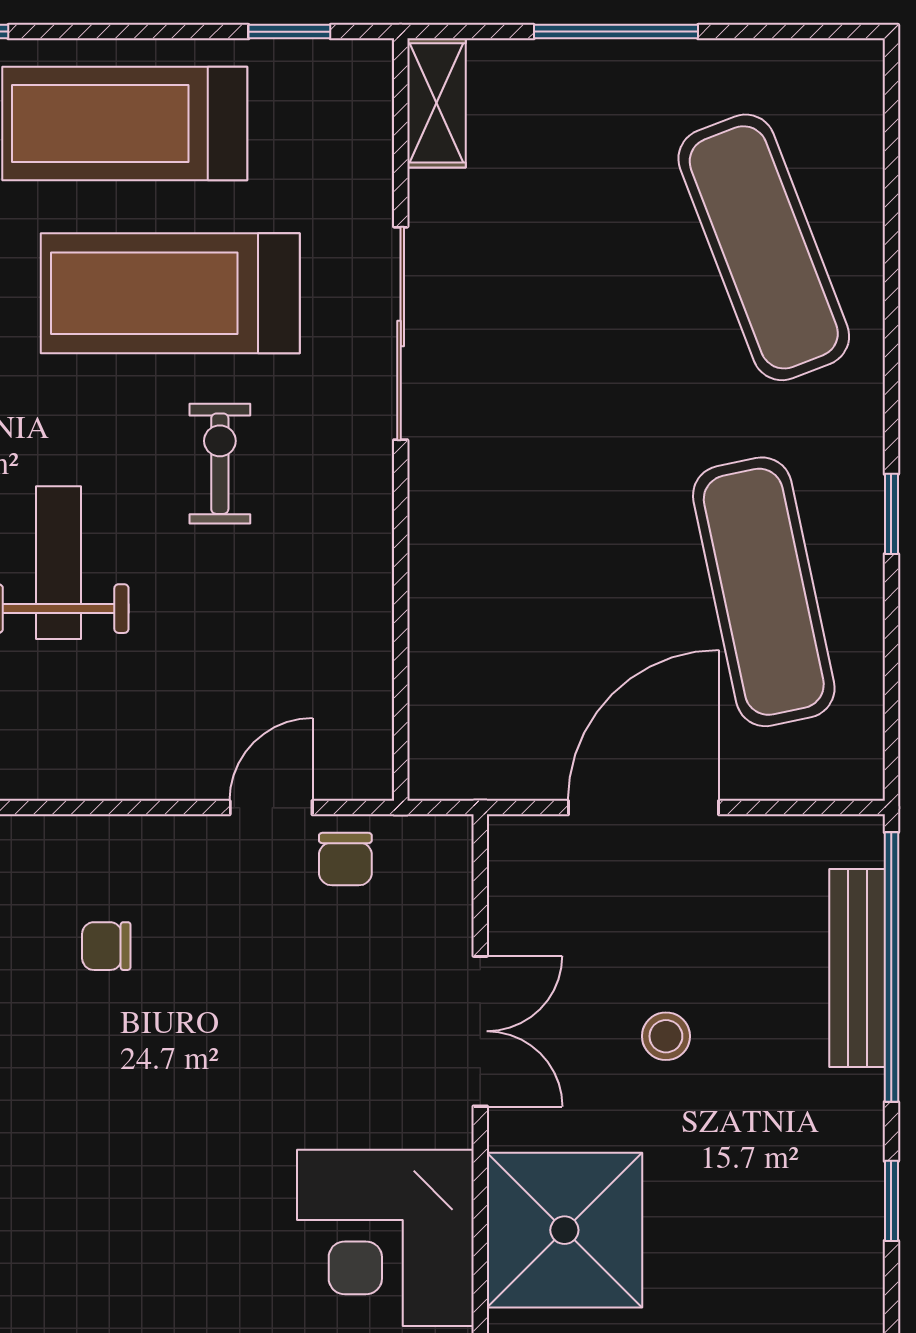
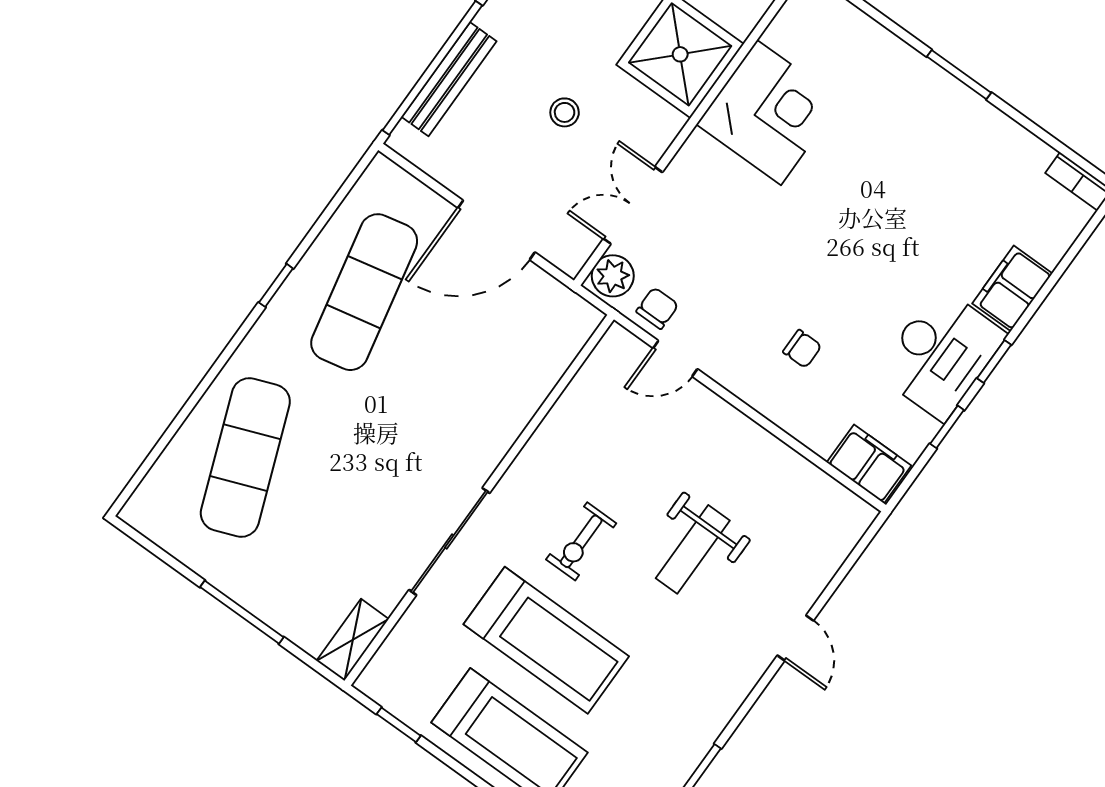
plant: (438, 859) -> (613, 276), added
double door: (480, 1031) -> (633, 205), moved

